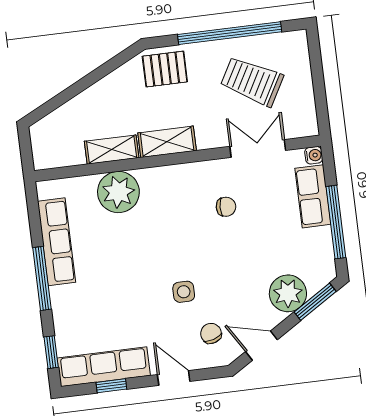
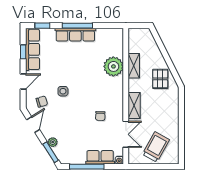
window: (230, 33) -> (181, 128), removed
pallet: (165, 69) -> (160, 79), moved
trolley: (252, 81) -> (156, 147), moved
shelving: (167, 142) -> (134, 106), moved
row of seats: (57, 242) -> (75, 35), moved
plant: (288, 293) -> (53, 142), width x0.53, depth x0.53

